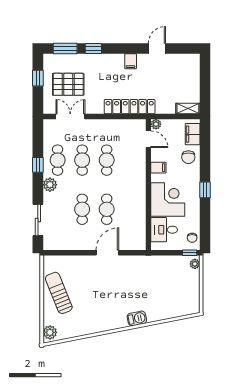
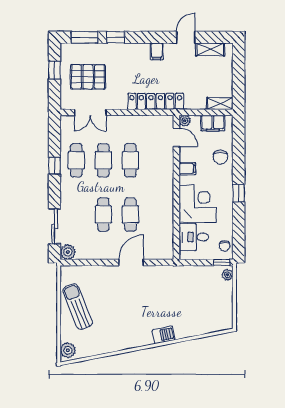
shelving: (179, 59) -> (210, 49), added
double door: (70, 117) -> (90, 112), swing flipped
filing cabinet: (193, 134) -> (213, 123), moved, turned -90
plant: (50, 185) -> (68, 252), moved

